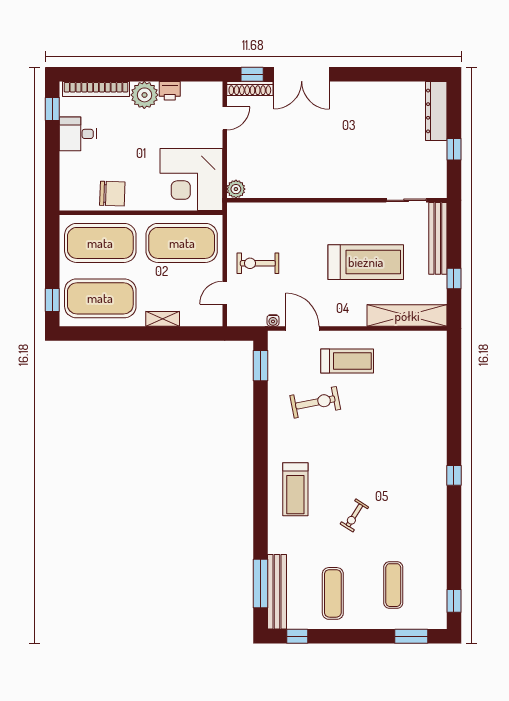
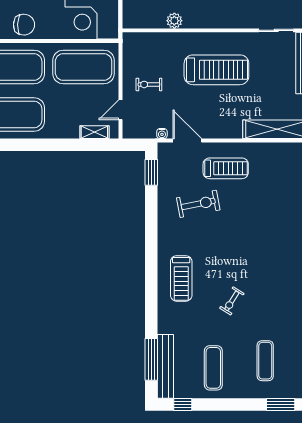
plant: (236, 189) -> (174, 21), moved
treadmill: (366, 262) -> (216, 70), moved
exercise bike: (258, 263) -> (149, 84), width x0.73, depth x0.72
shelving: (163, 319) -> (94, 132), moved

